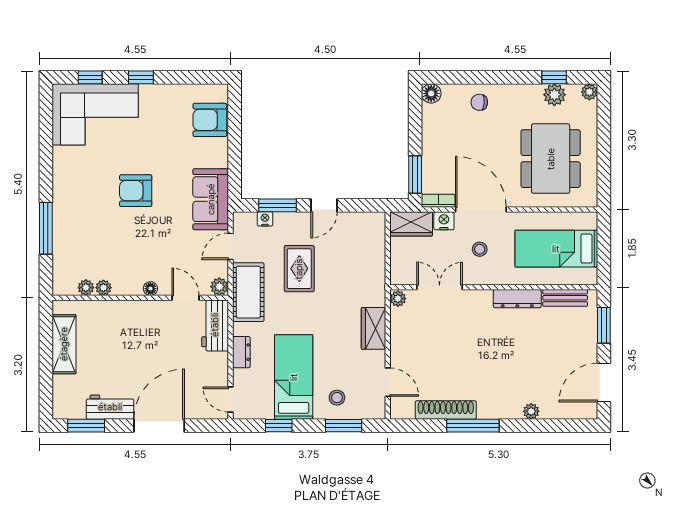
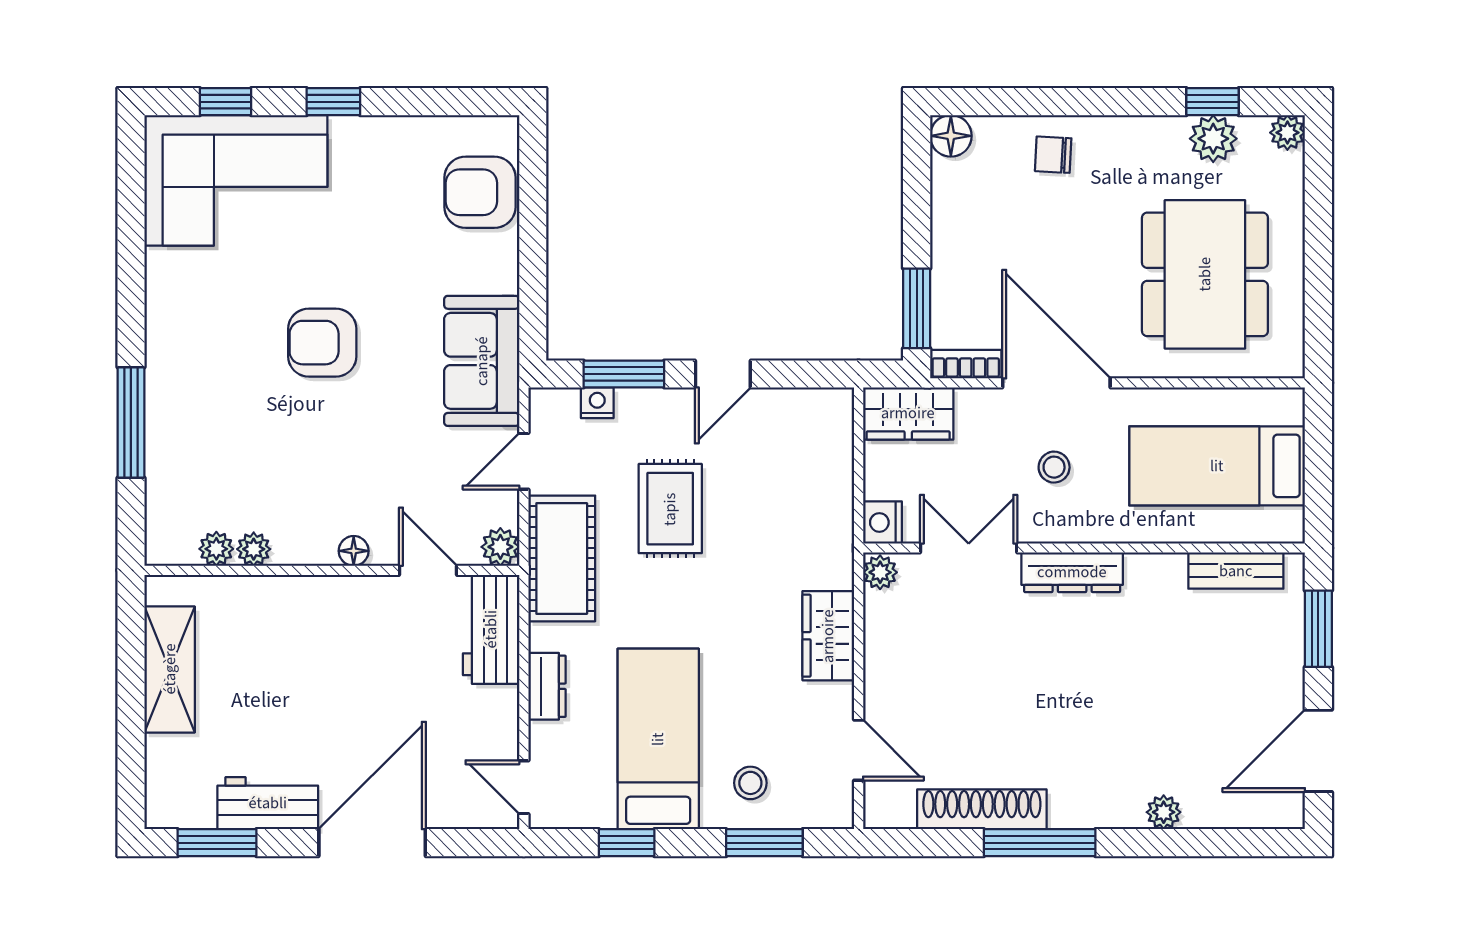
nightstand: (444, 221) -> (882, 522), moved, turned -90
dresser: (517, 299) -> (1072, 572), moved

